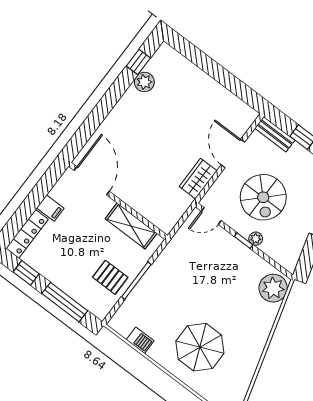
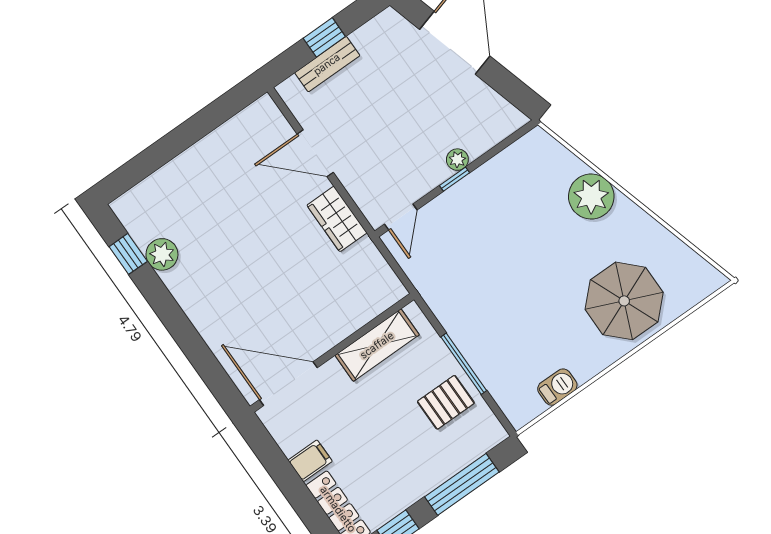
bench: (275, 134) -> (327, 64), moved
spiral stairs: (263, 197) -> (397, 128), removed
plant: (273, 288) -> (591, 196), moved
parasol: (200, 347) -> (624, 301), moved

